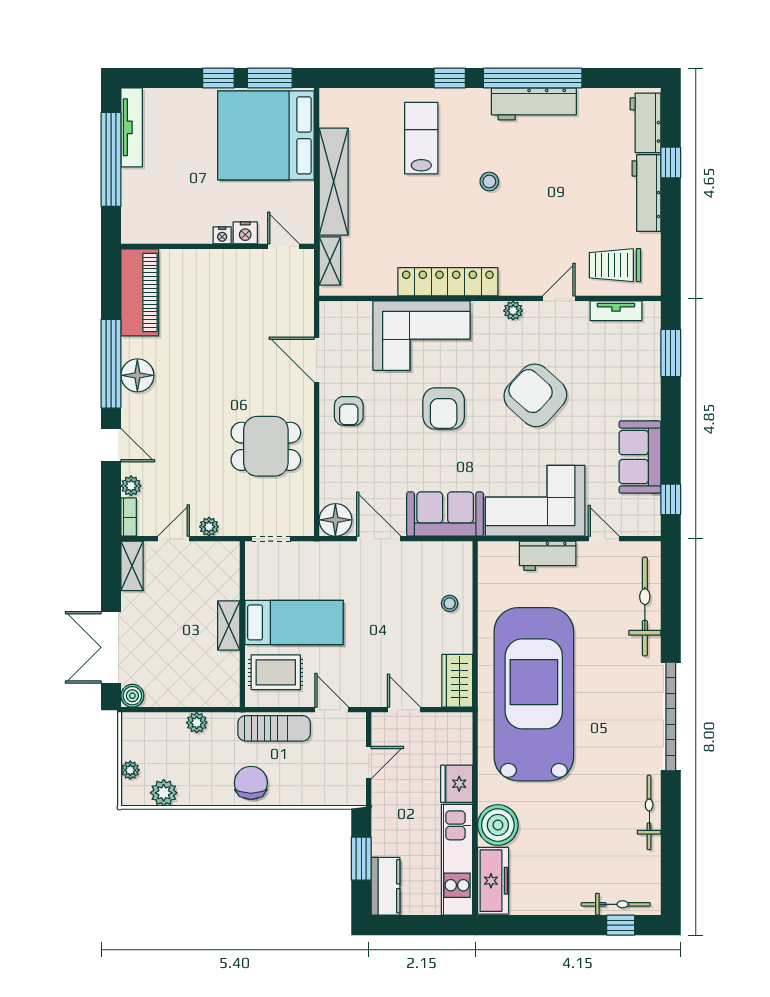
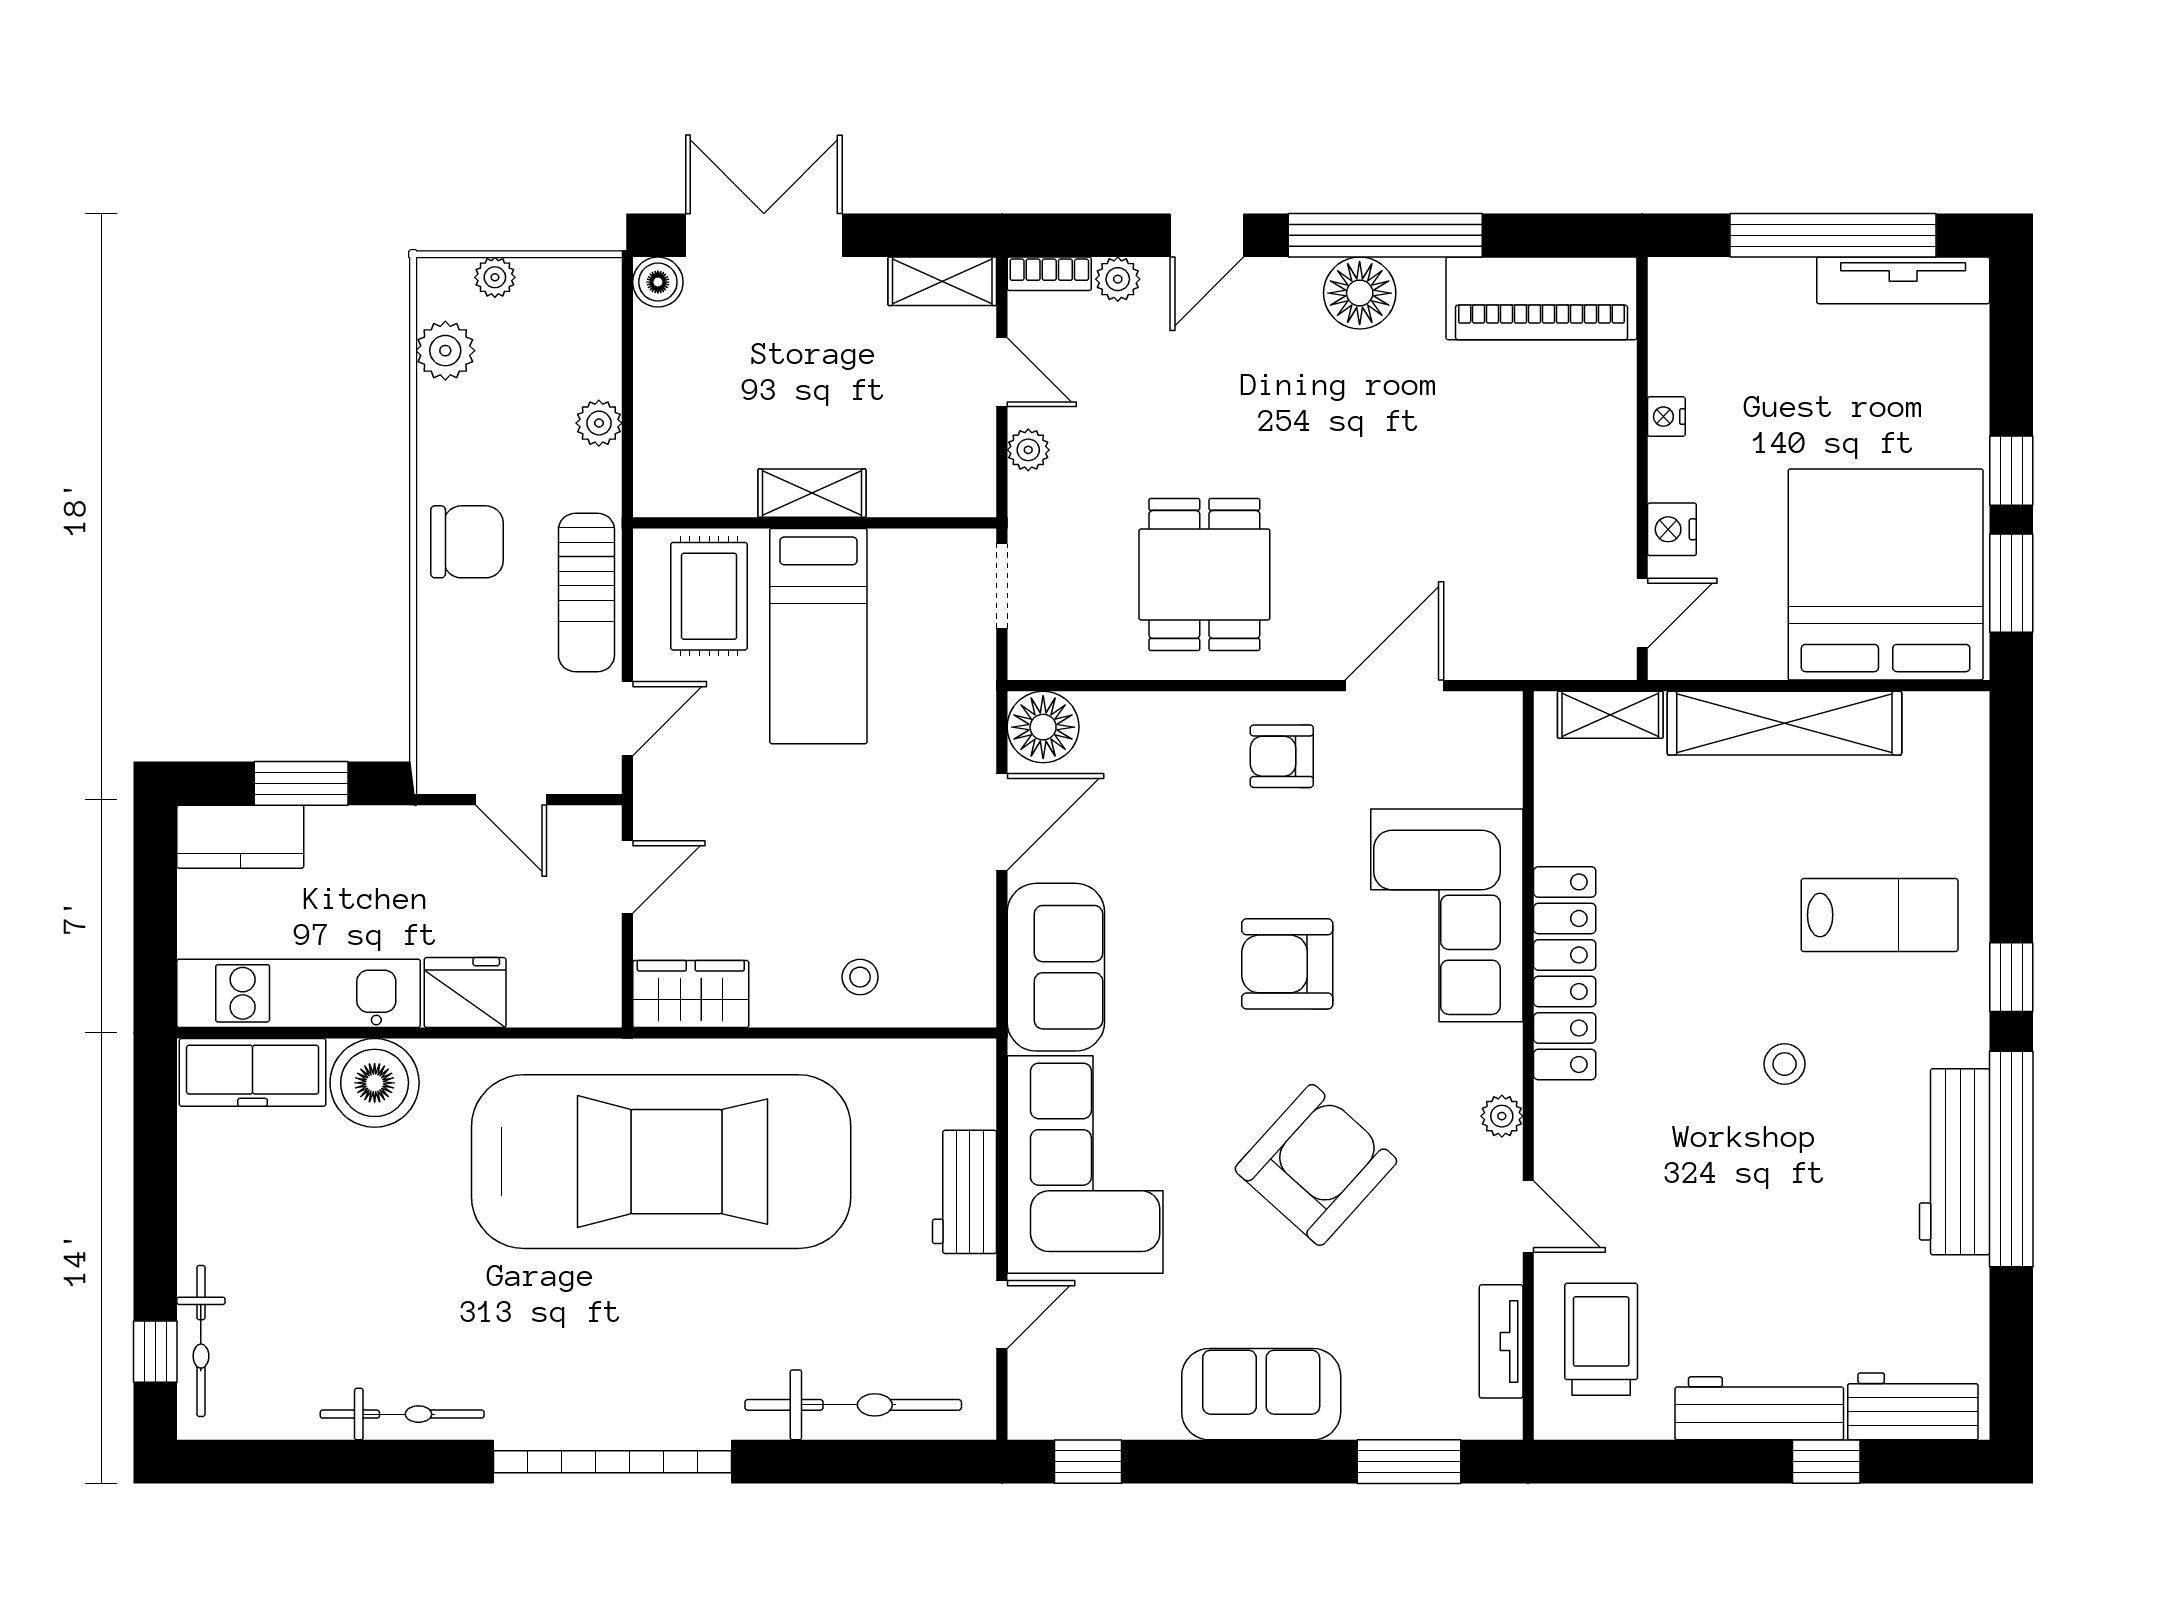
nightstand: (222, 235) -> (1666, 417), moved
sofa: (640, 457) -> (1261, 1394), moved

